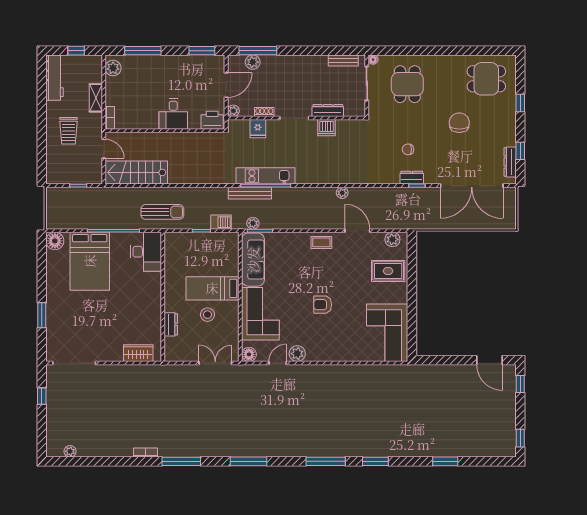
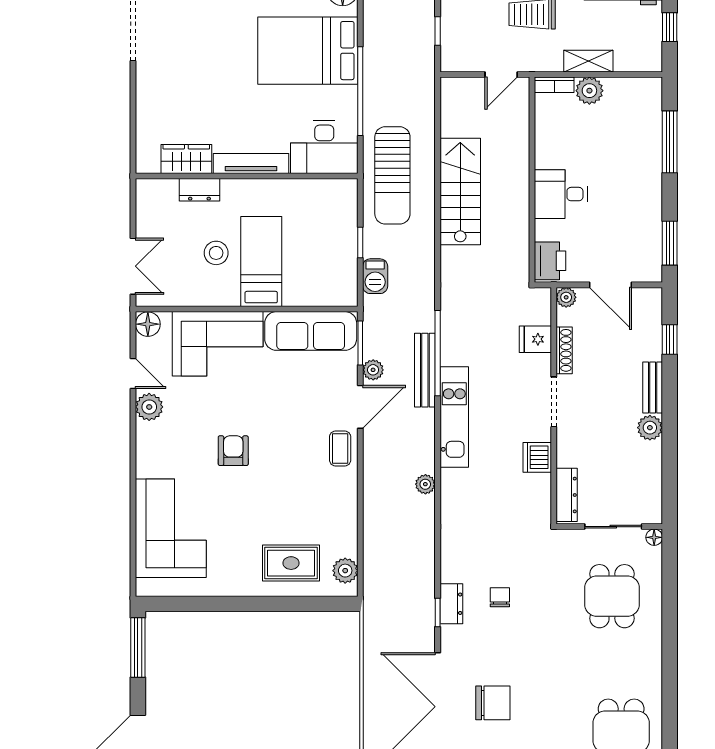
window: (258, 51) -> (670, 339), width x0.46
bench: (343, 60) -> (653, 388), moved
plant: (253, 62) -> (650, 428), moved
plant: (113, 68) -> (589, 91), moved
dining table: (407, 84) -> (612, 596), turned 90
dresser: (328, 111) -> (567, 495), moved
shoe rack: (264, 112) -> (564, 350), width x1.43
chair: (459, 123) -> (493, 703), moved
stairs: (136, 172) -> (460, 191), moved
kitchen unit: (265, 176) -> (454, 417), moved
bench: (250, 193) -> (425, 370), moved
sun lounger: (162, 212) -> (392, 175), width x1.36, depth x1.34
plant: (253, 223) -> (373, 370), moved
door: (357, 231) -> (360, 407), moved
rug: (388, 271) -> (291, 563), turned 90
tv unit: (155, 294) -> (251, 163), added
corner sofa: (387, 333) -> (171, 528), moved, turned 90
wardrobe: (138, 353) -> (186, 159), moved, turned -90
window: (437, 360) -> (138, 648), added

